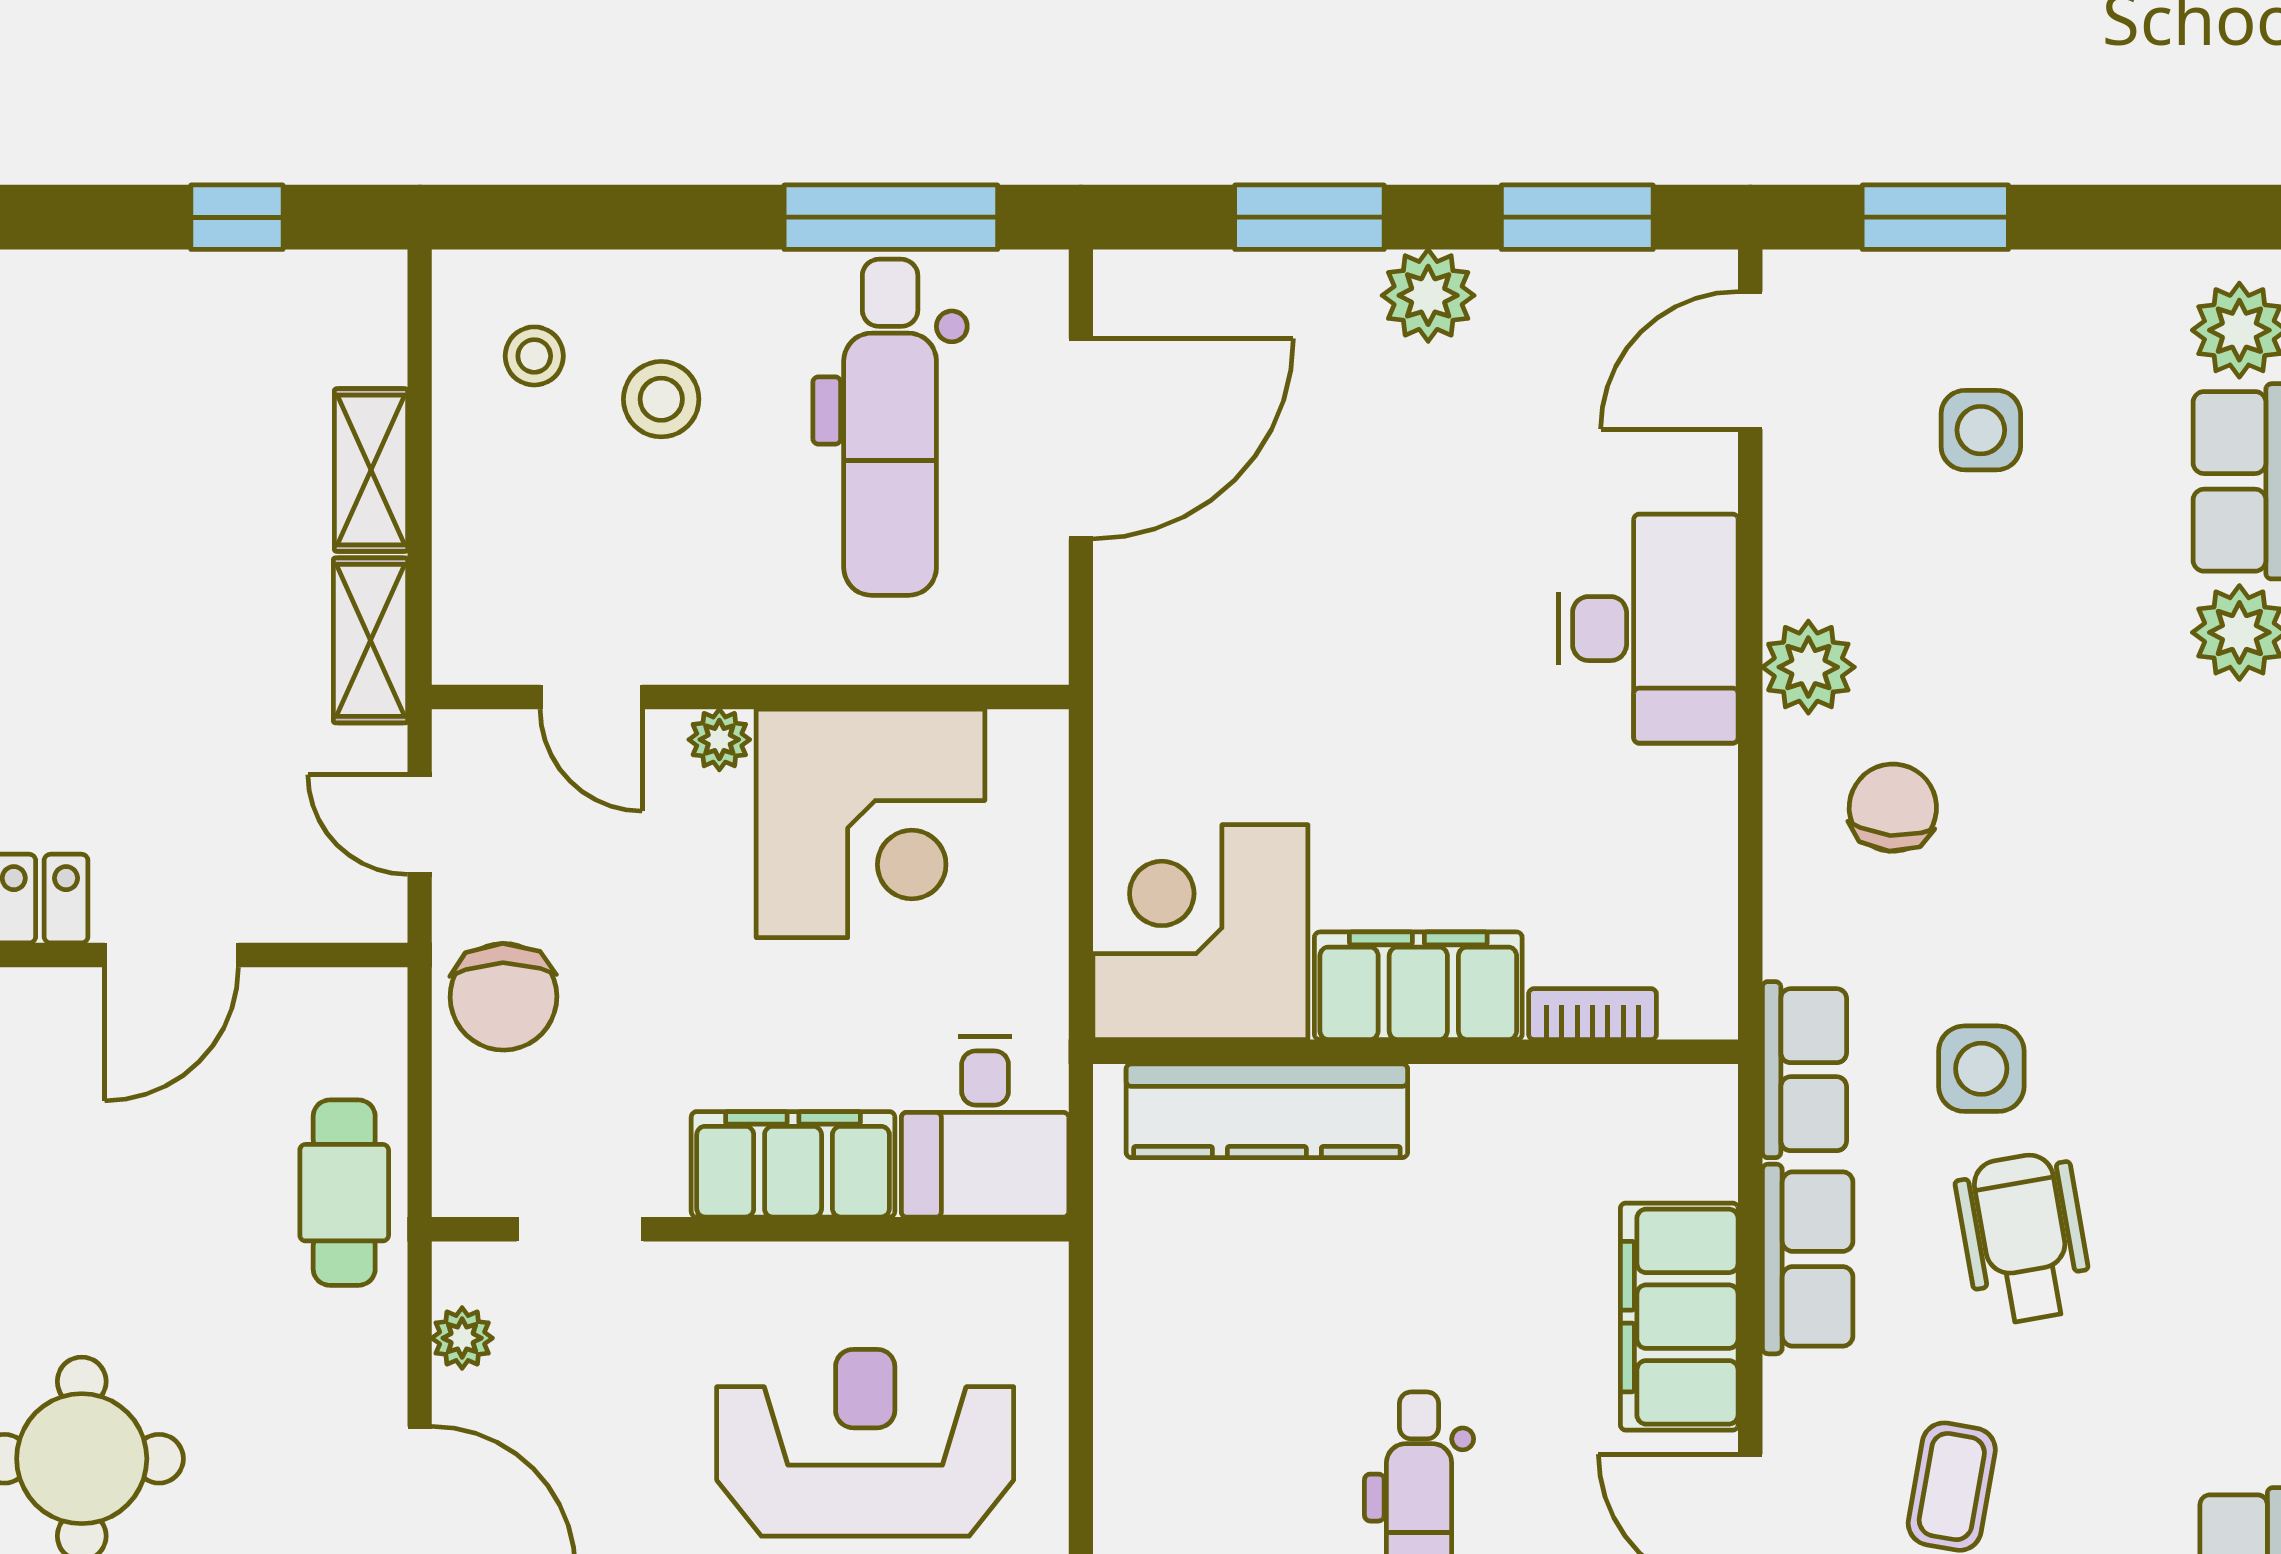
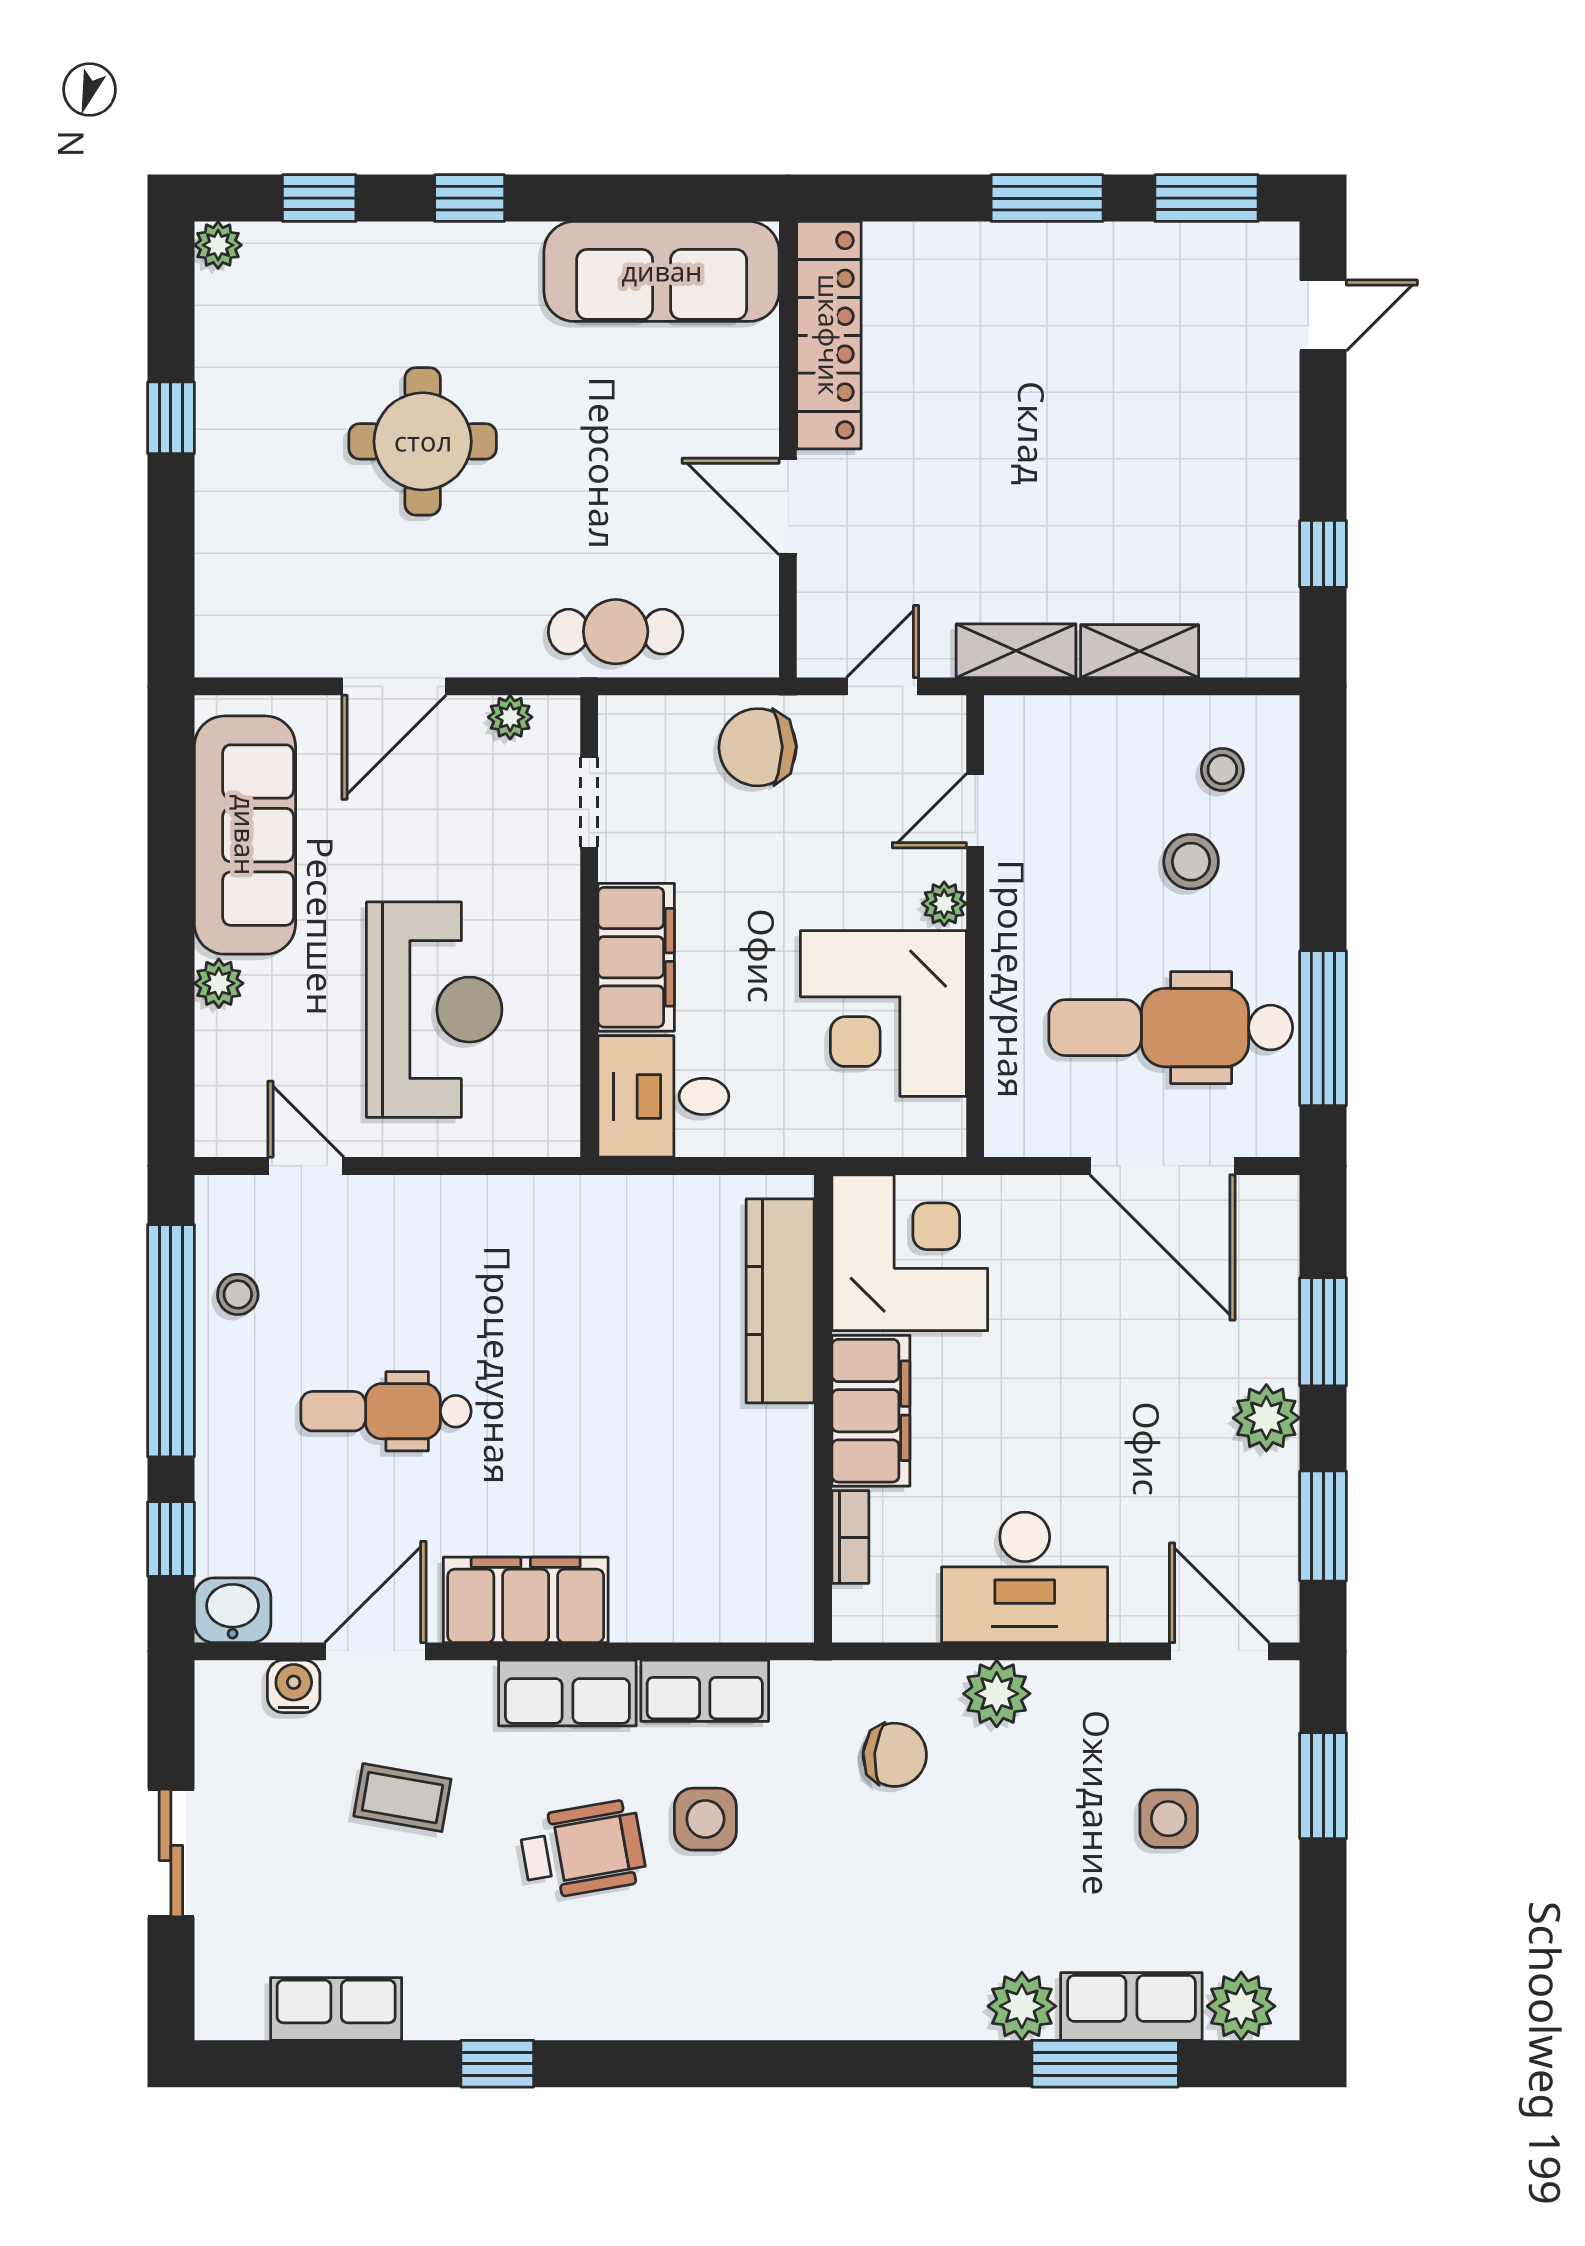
corner desk: (1200, 932) -> (910, 1253), moved
filing cabinet: (1418, 986) -> (871, 1411), moved
bookcase: (1593, 1014) -> (850, 1537), moved
wall: (1416, 1052) -> (823, 1409), moved
kitchen counter: (1267, 1111) -> (780, 1301), moved

